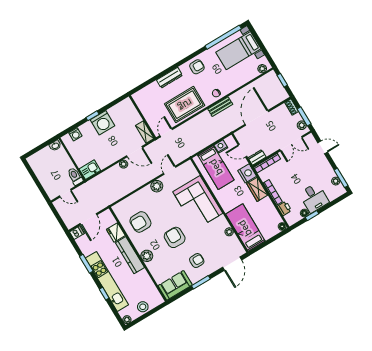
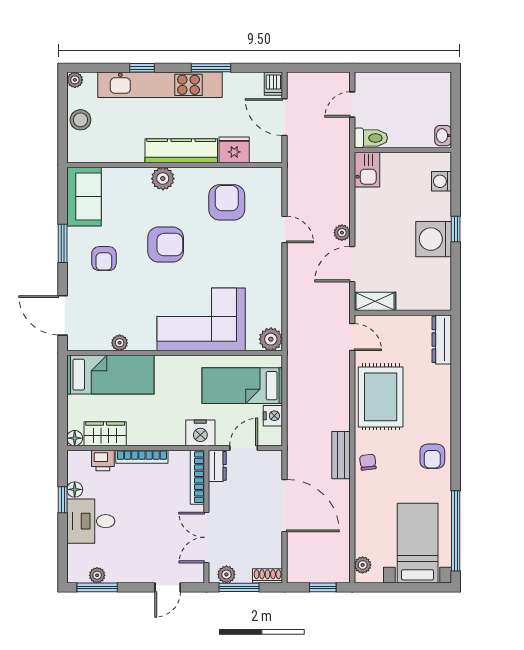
dresser: (169, 78) -> (442, 339), moved
door: (170, 170) -> (285, 229), moved
plant: (157, 186) -> (271, 339), moved
wardrobe: (257, 189) -> (105, 434), moved

